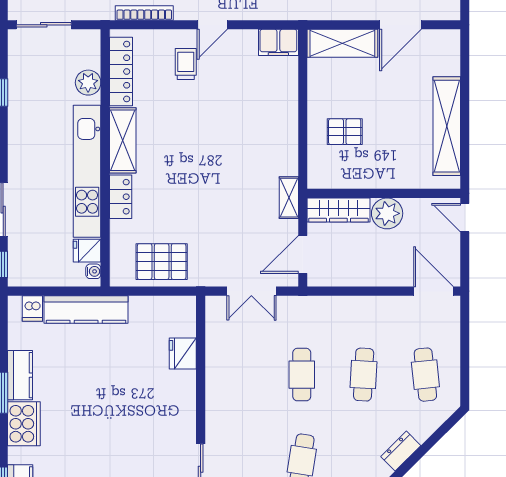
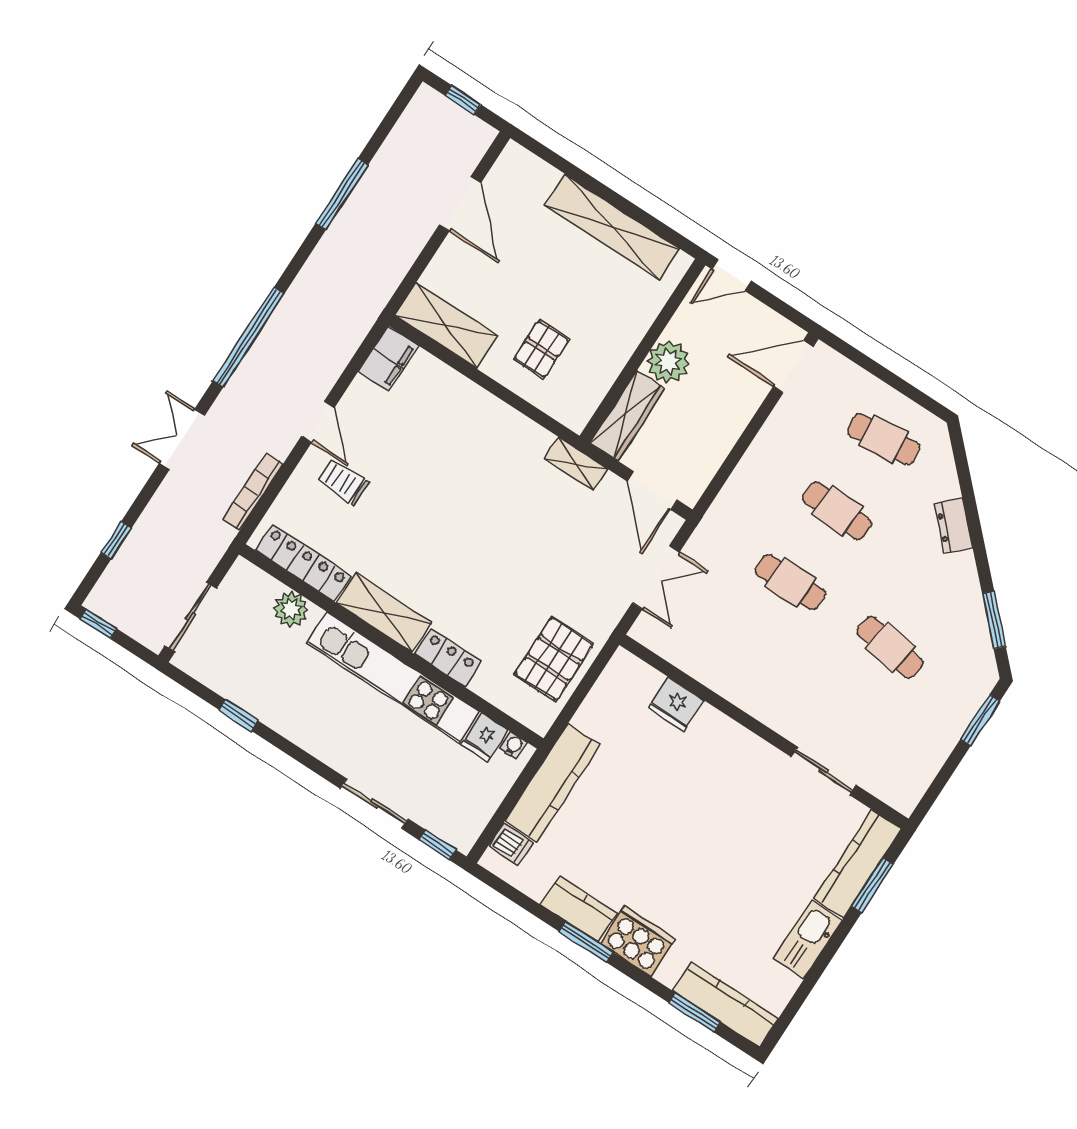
shelving: (342, 43) -> (446, 326), moved, turned 90

